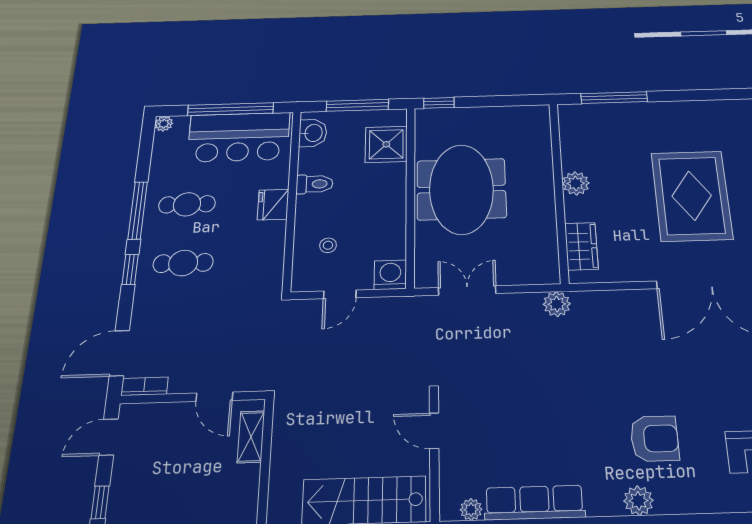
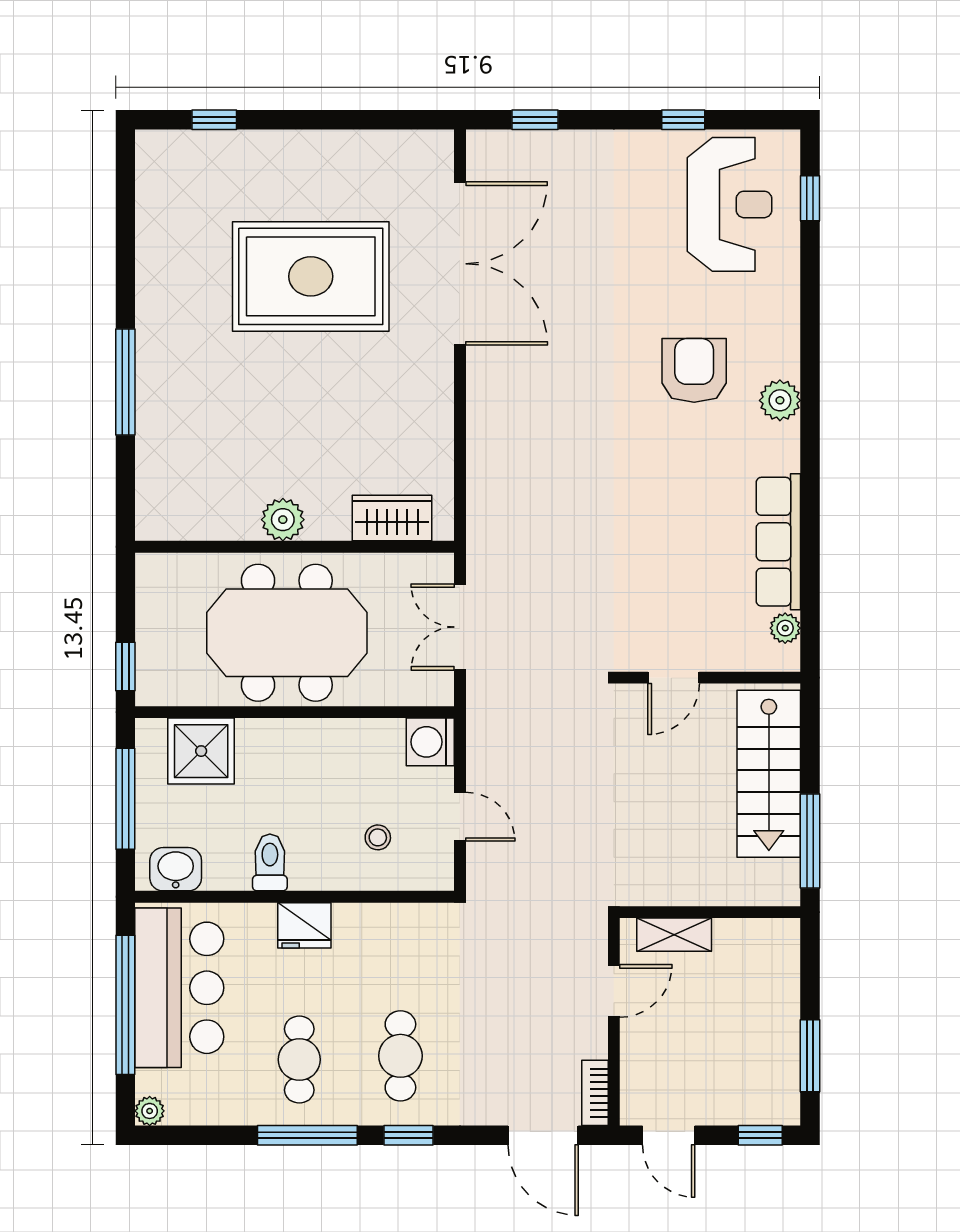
plant: (576, 183) -> (283, 520), moved
wall: (559, 191) -> (295, 547), moved
wardrobe: (581, 246) -> (392, 518), moved
plant: (557, 304) -> (486, 495), removed

